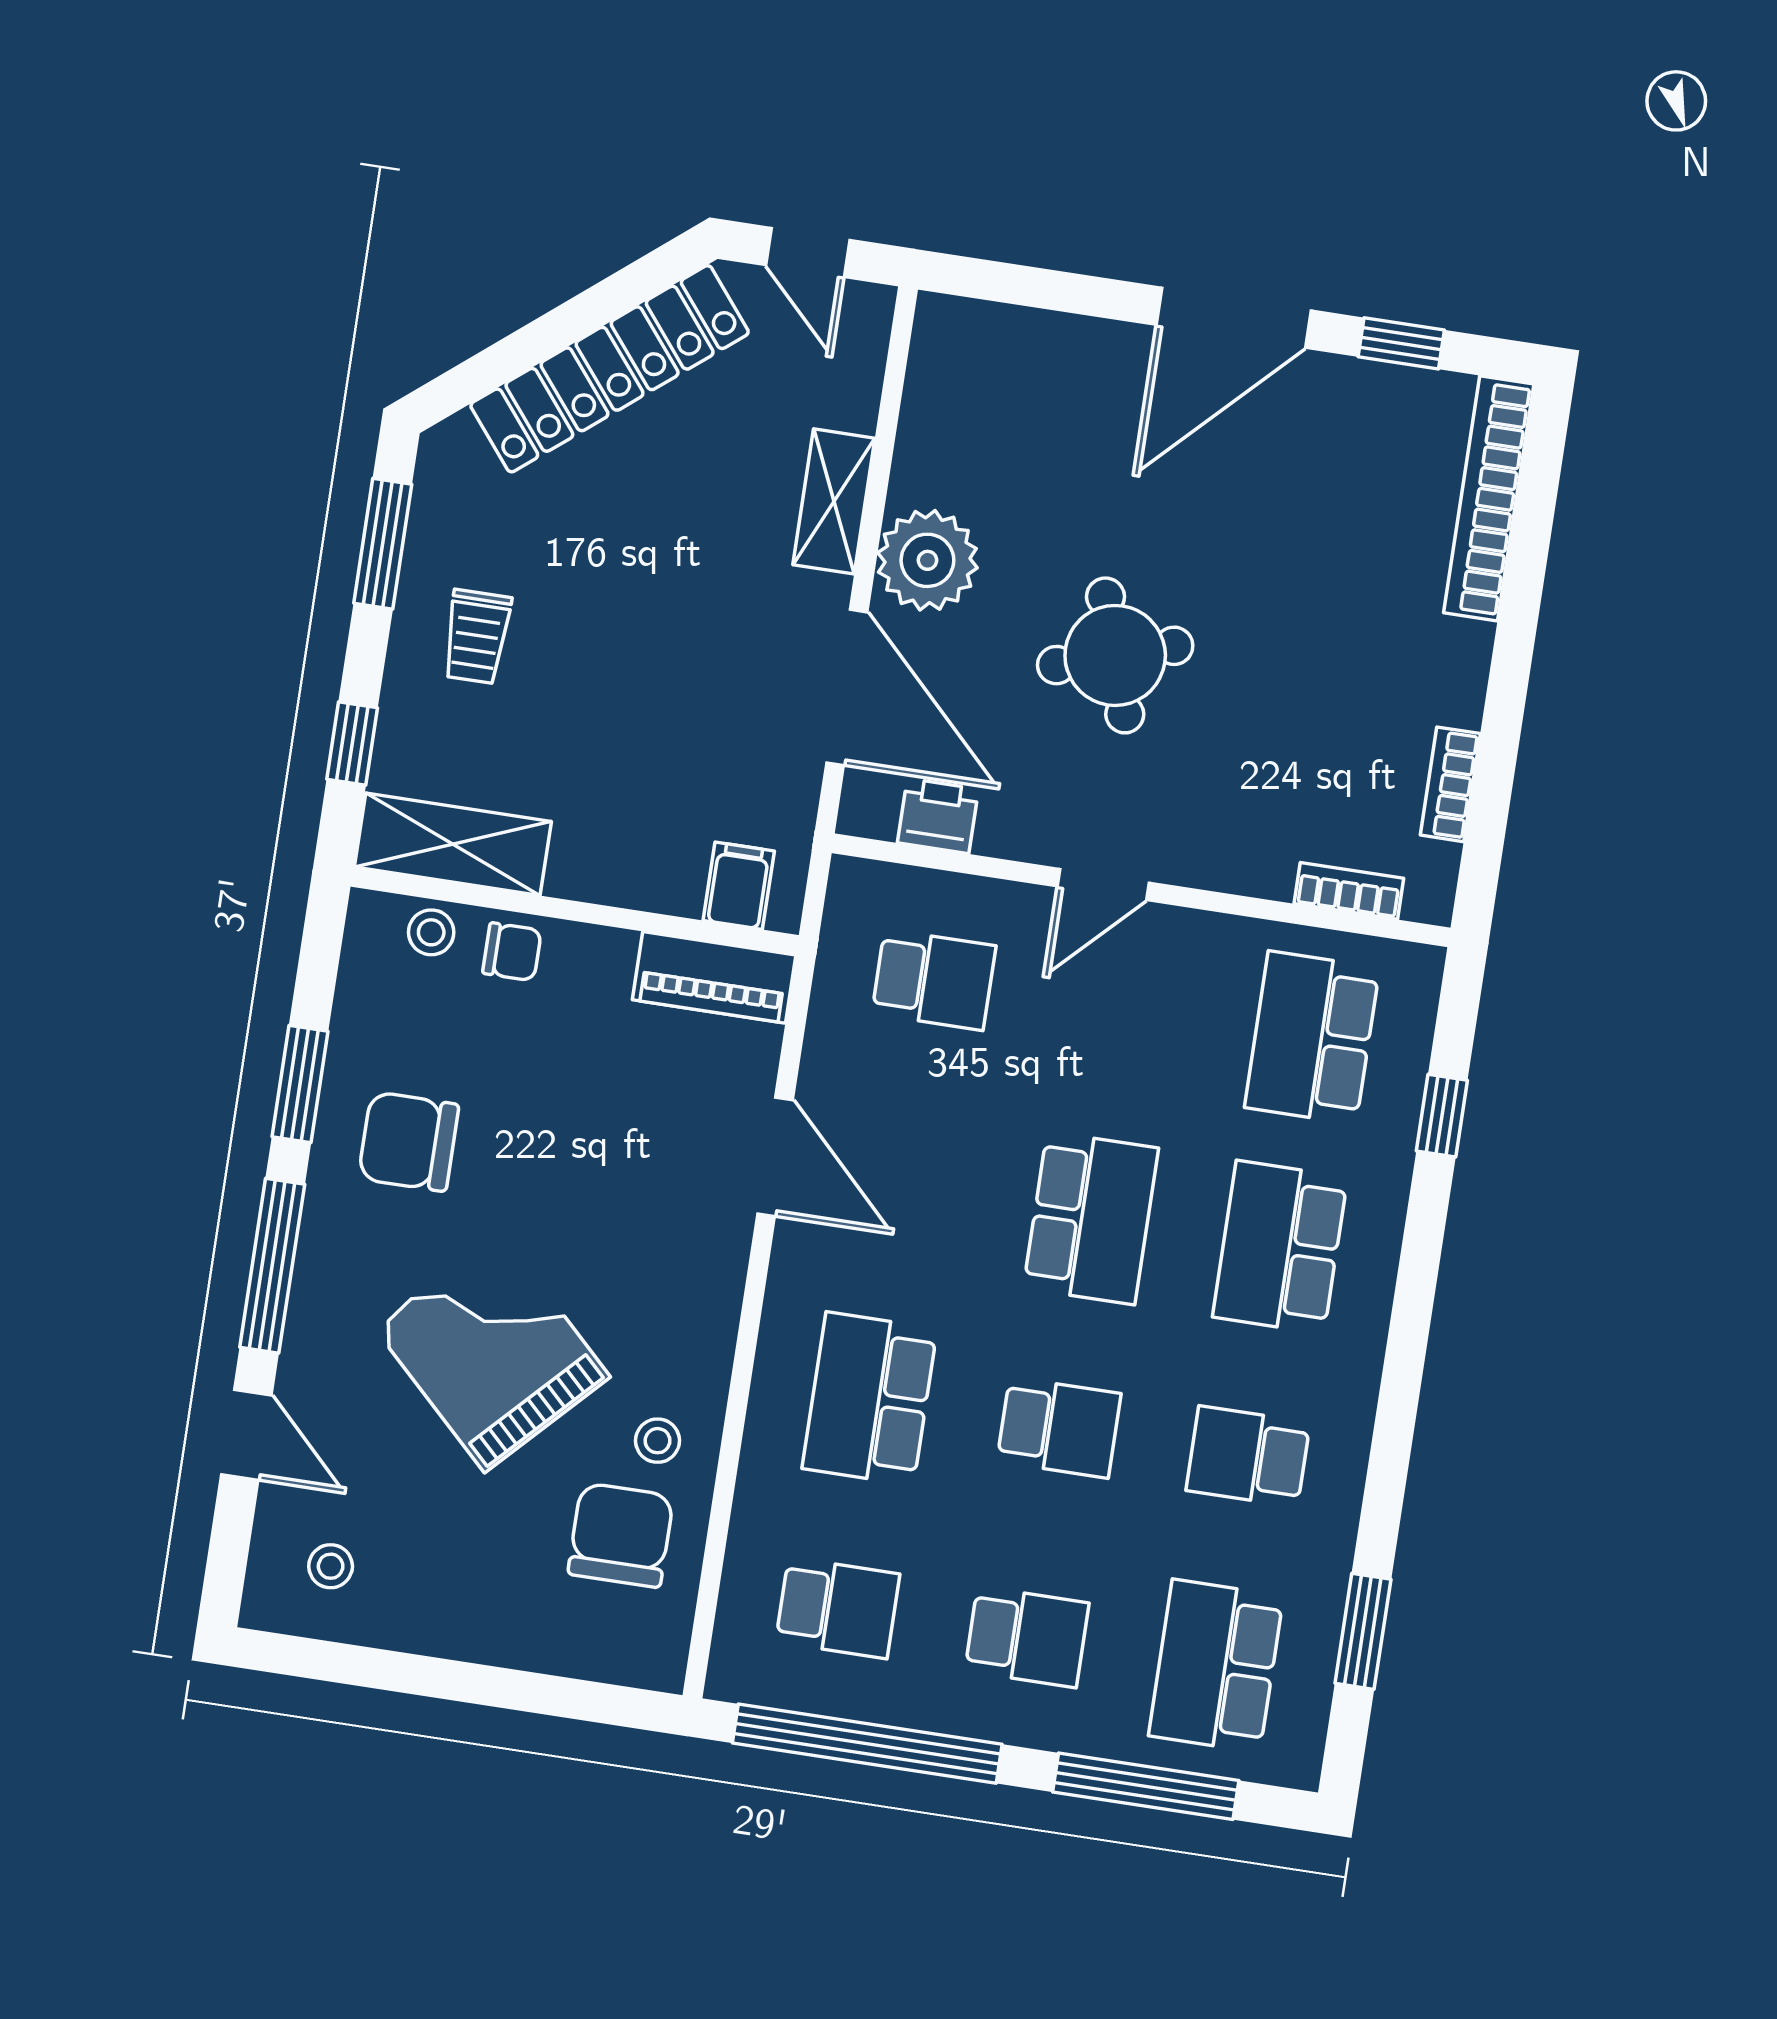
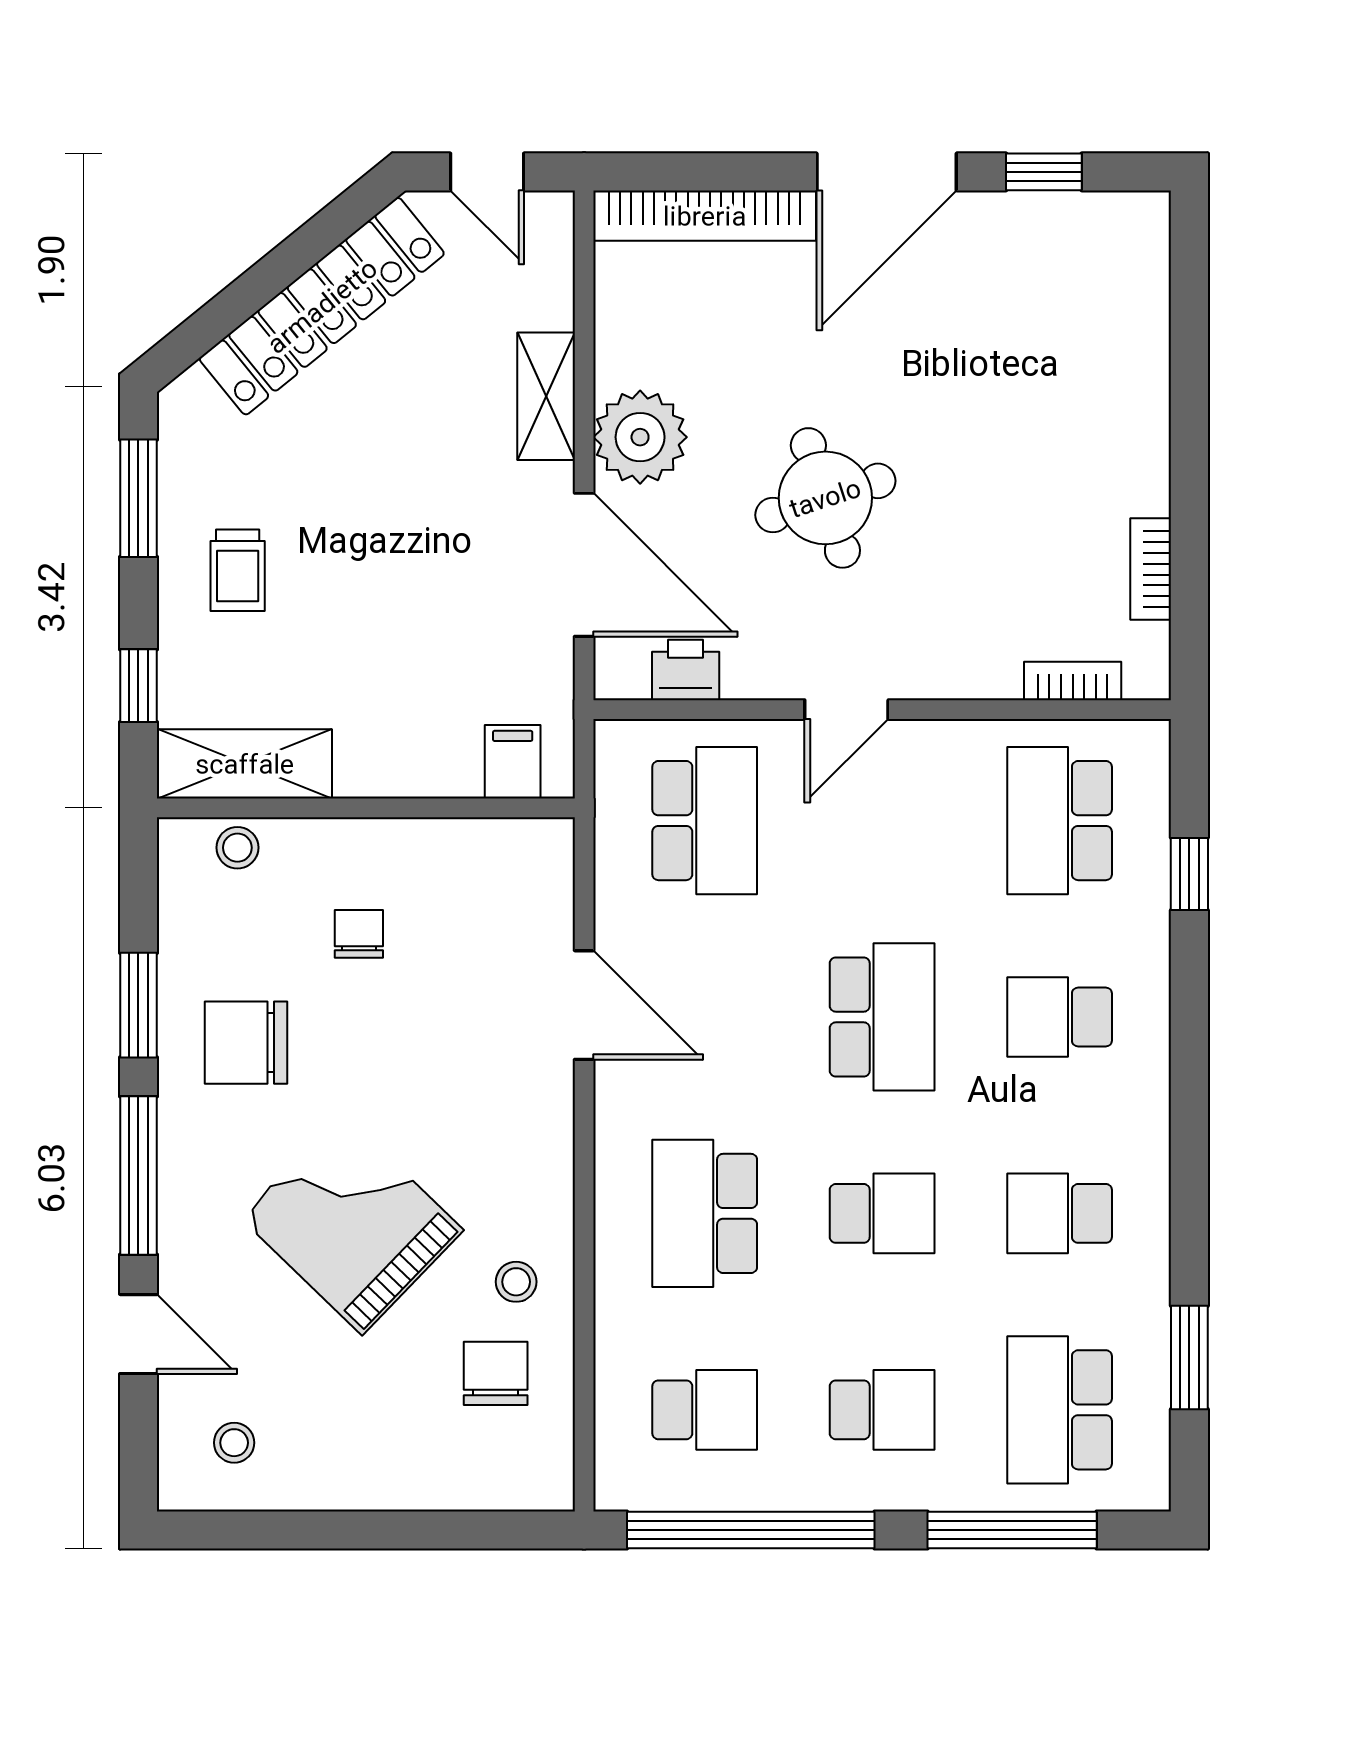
bookcase: (1489, 498) -> (705, 216), moved, turned -90
chair: (512, 952) -> (359, 934), moved, turned -90
piano: (714, 977) -> (503, 849), removed
school desk: (934, 980) -> (705, 821), width x1.85
school desk: (1280, 1247) -> (1060, 1017), width x0.54
chair: (621, 1535) -> (496, 1373), width x0.73, depth x0.73

